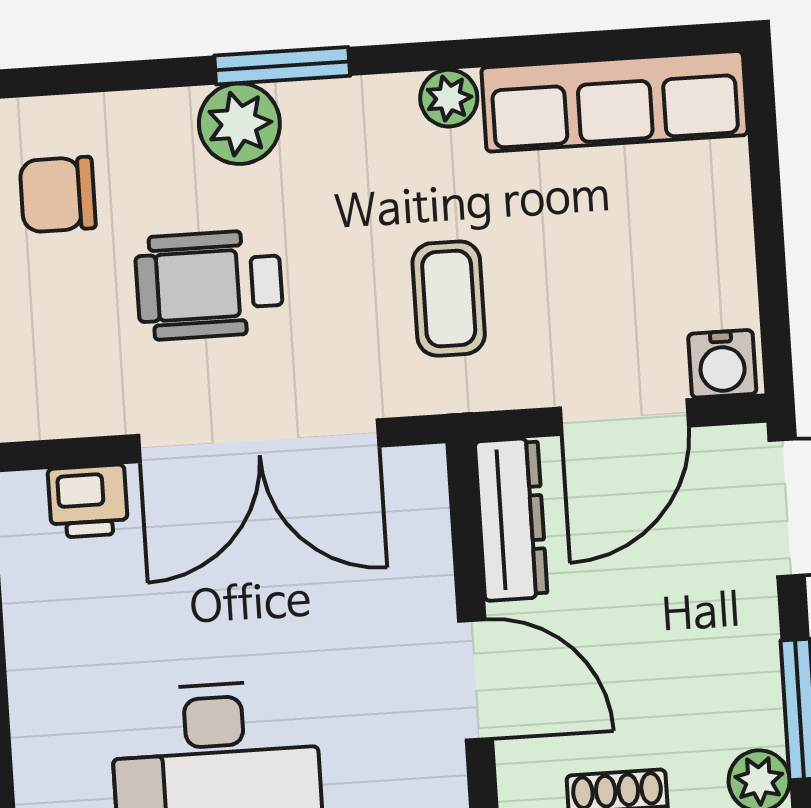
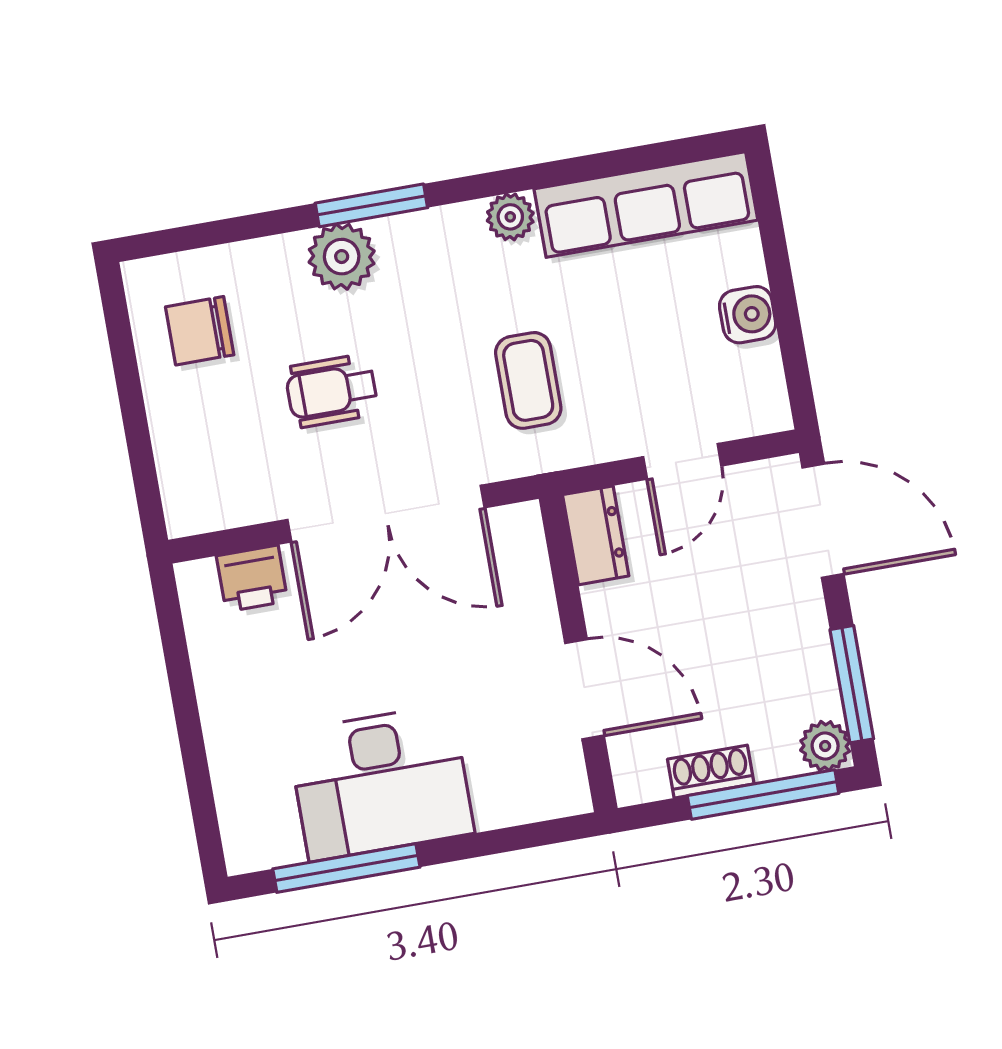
wheelchair: (209, 285) -> (331, 391), width x0.73, depth x0.73
water cooler: (722, 364) -> (748, 315), moved, turned -90
door: (624, 417) -> (682, 461), width x0.73
dresser: (511, 519) -> (596, 535), width x0.70

